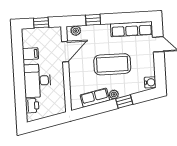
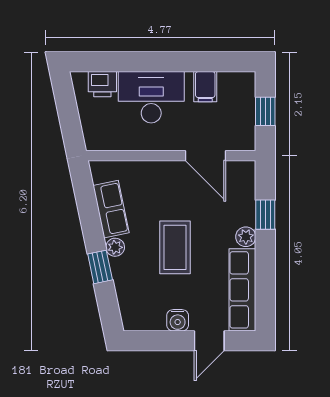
plant: (76, 31) -> (246, 237), moved
coffee table: (112, 64) -> (175, 247), width x0.73, depth x0.76
water cooler: (150, 82) -> (178, 320), moved

